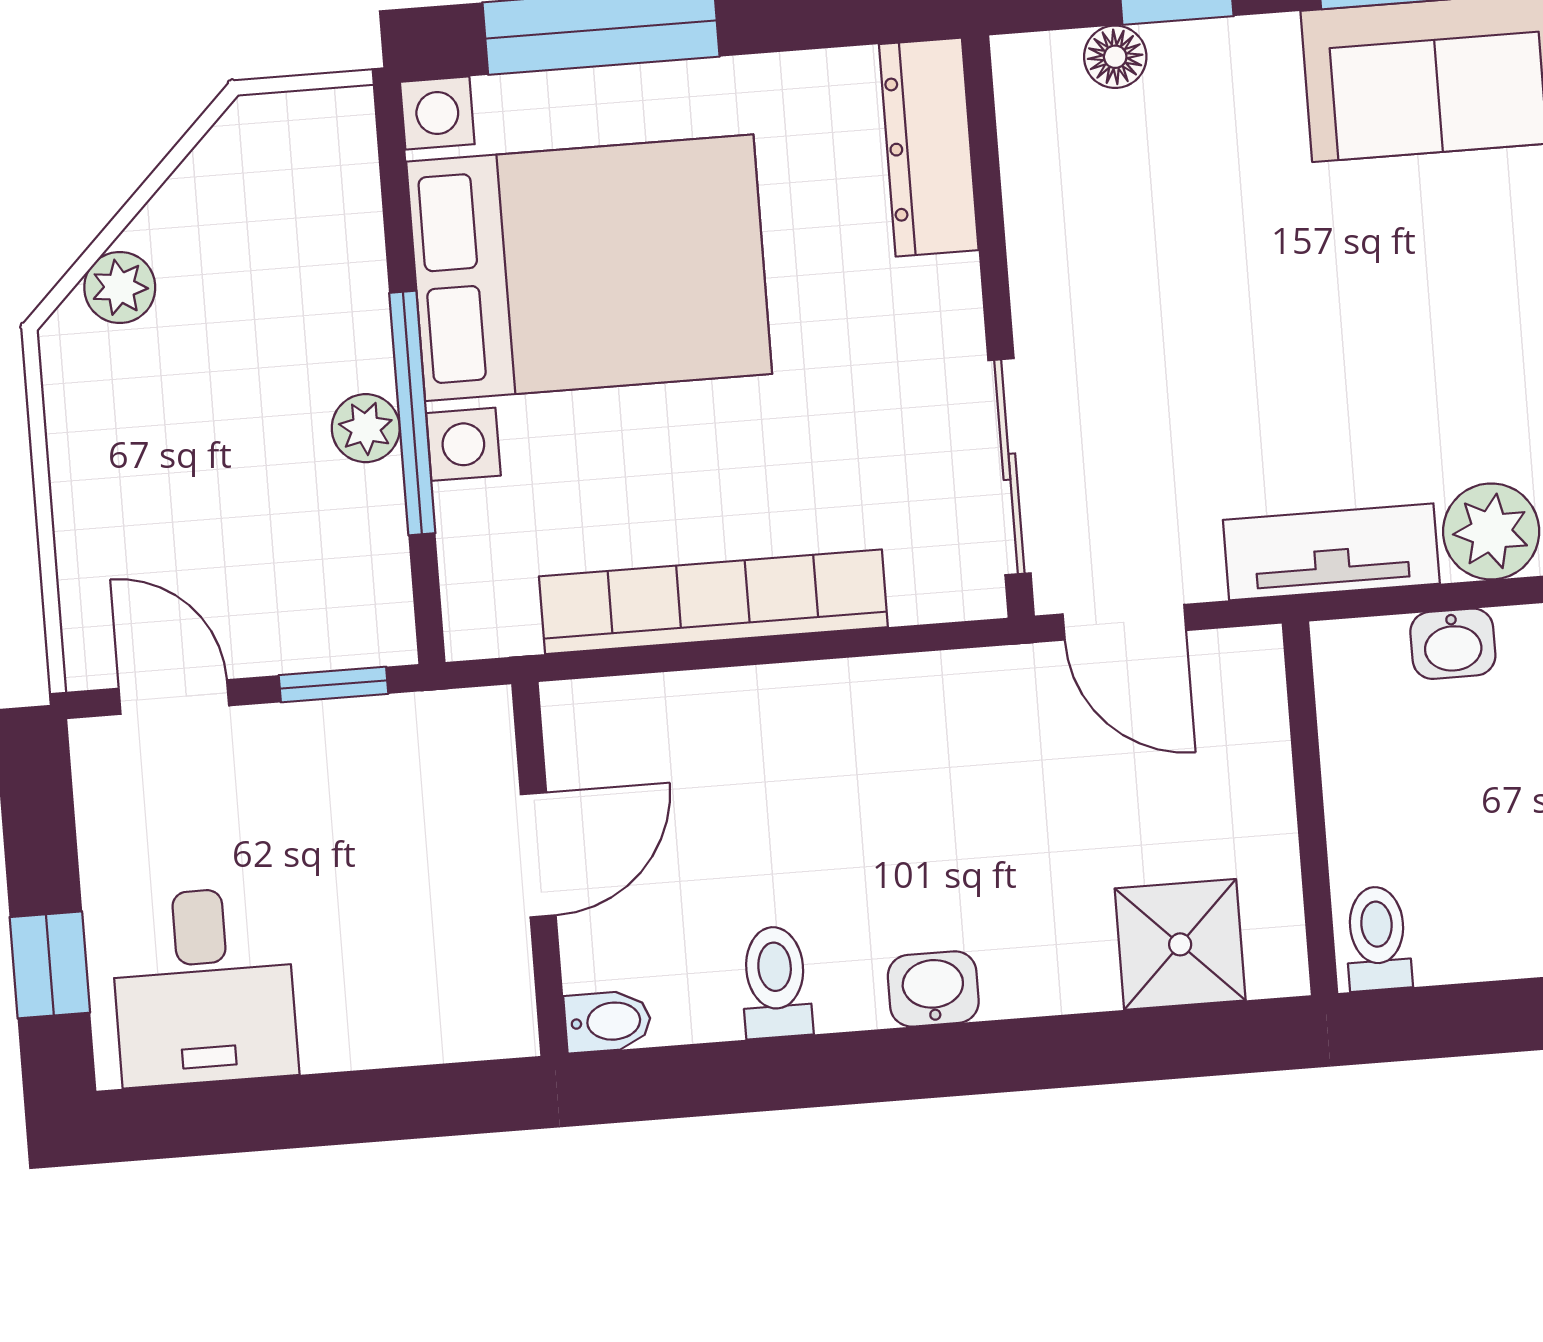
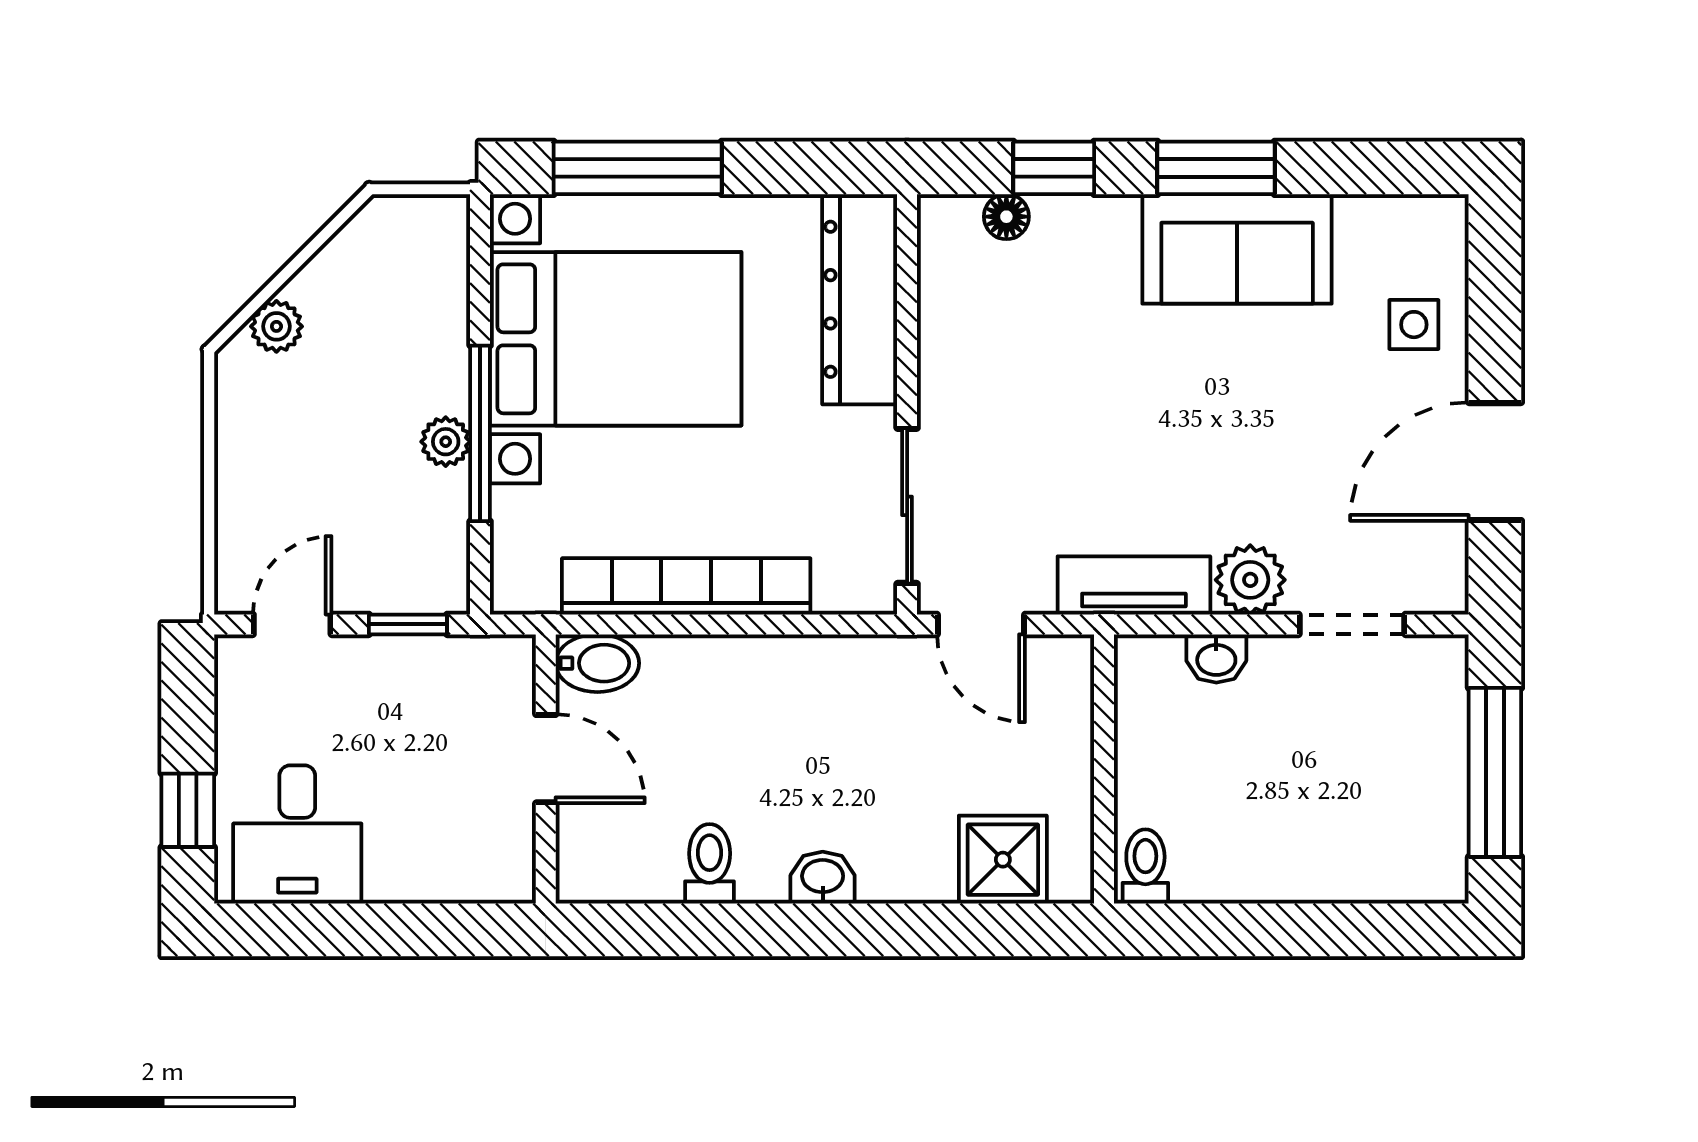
dresser: (929, 147) -> (860, 299), width x1.37, depth x1.24
door: (174, 697) -> (292, 624), hinge flipped
door: (538, 855) -> (546, 759), hinge flipped
bidet: (608, 1022) -> (597, 663), moved, width x1.38, depth x1.36

